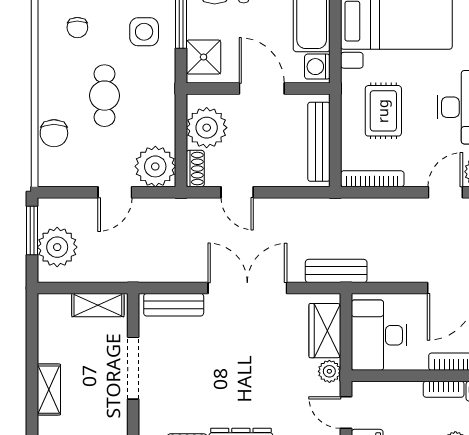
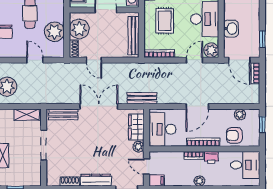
plant: (155, 166) -> (54, 32), moved
door: (115, 192) -> (35, 60), swing flipped

